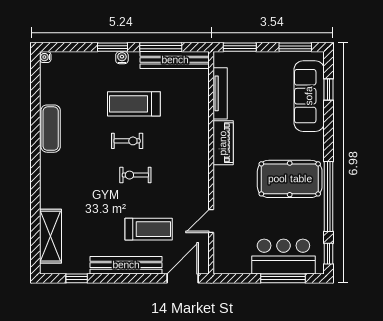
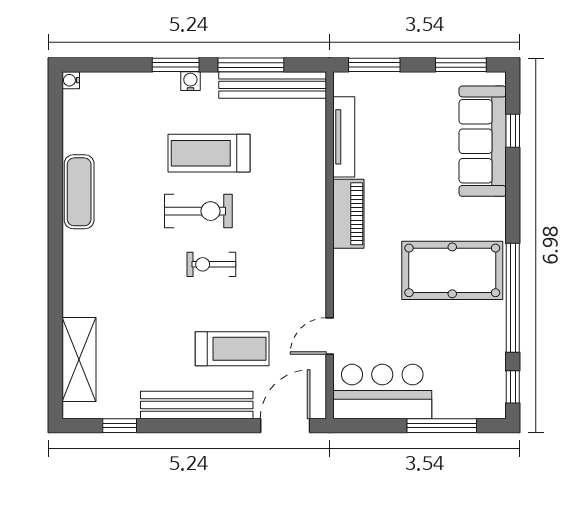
exercise bike: (127, 141) -> (198, 211), width x1.38, depth x1.39
bar counter: (283, 257) -> (382, 392), moved

